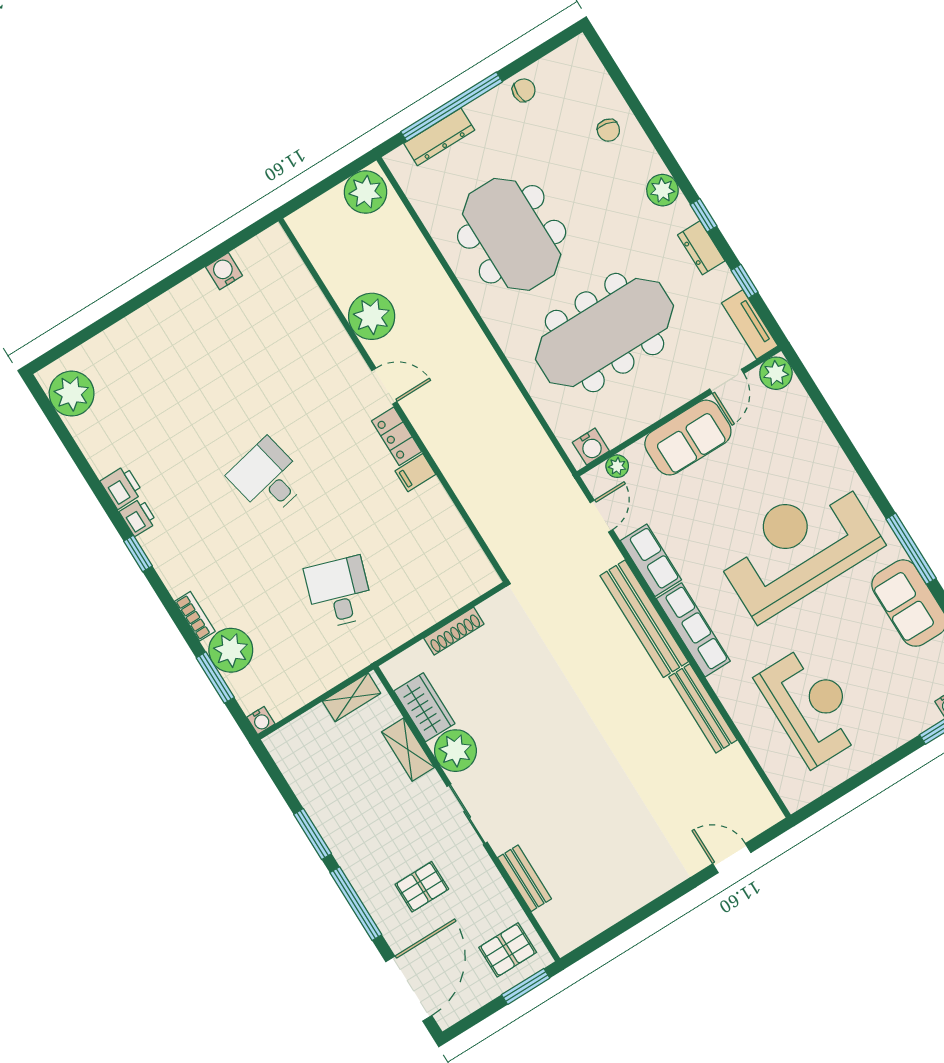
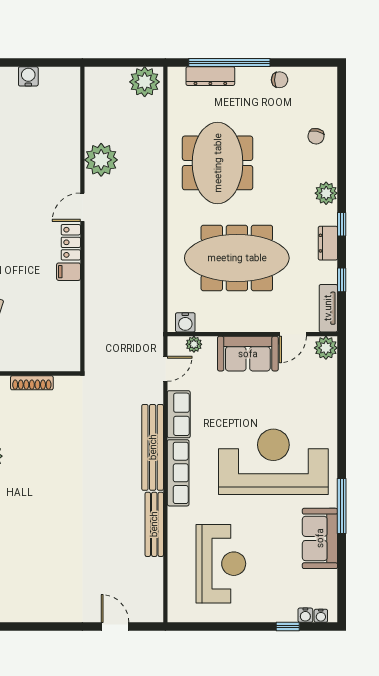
door: (384, 386) -> (82, 207), swing flipped

